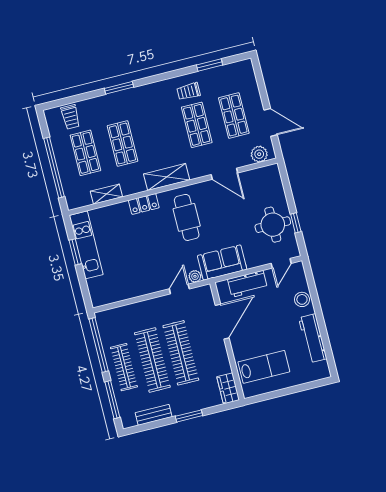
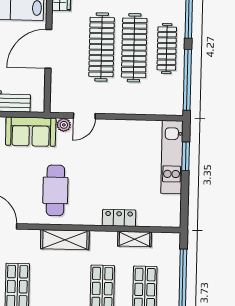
locker: (144, 204) -> (119, 218), moved
kitchen unit: (86, 245) -> (172, 157), moved
window: (75, 252) -> (186, 156), moved
door: (222, 322) -> (48, 49), moved

